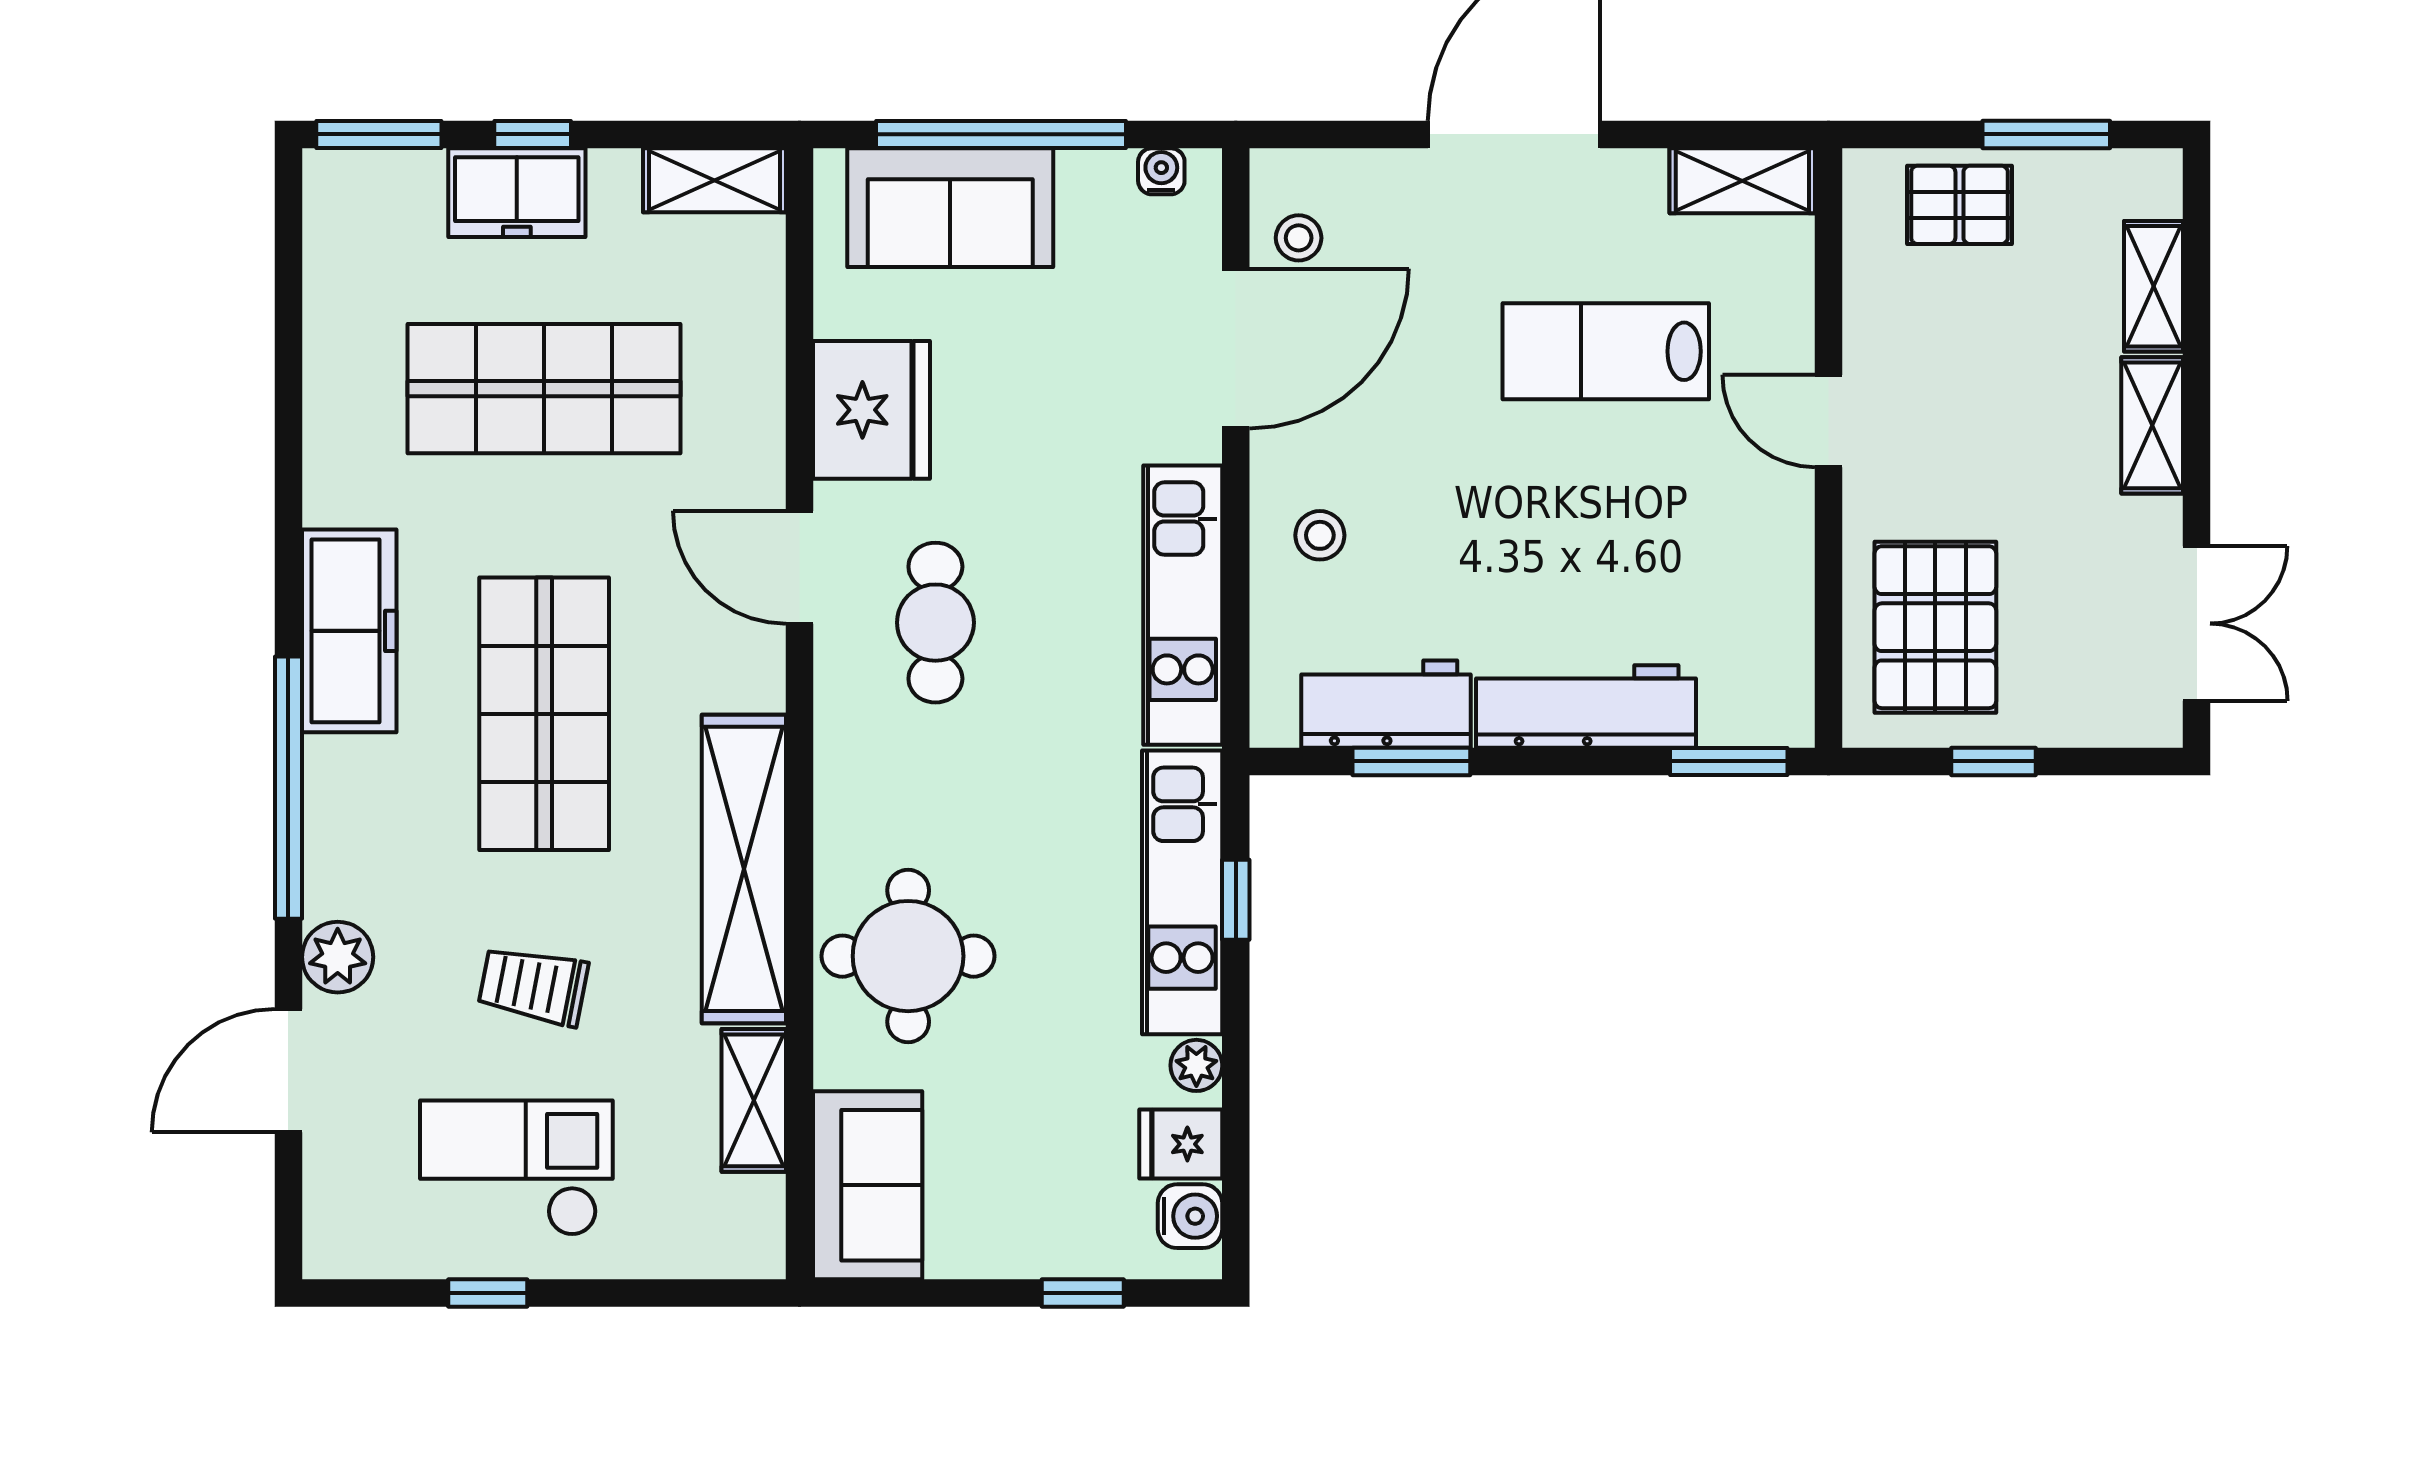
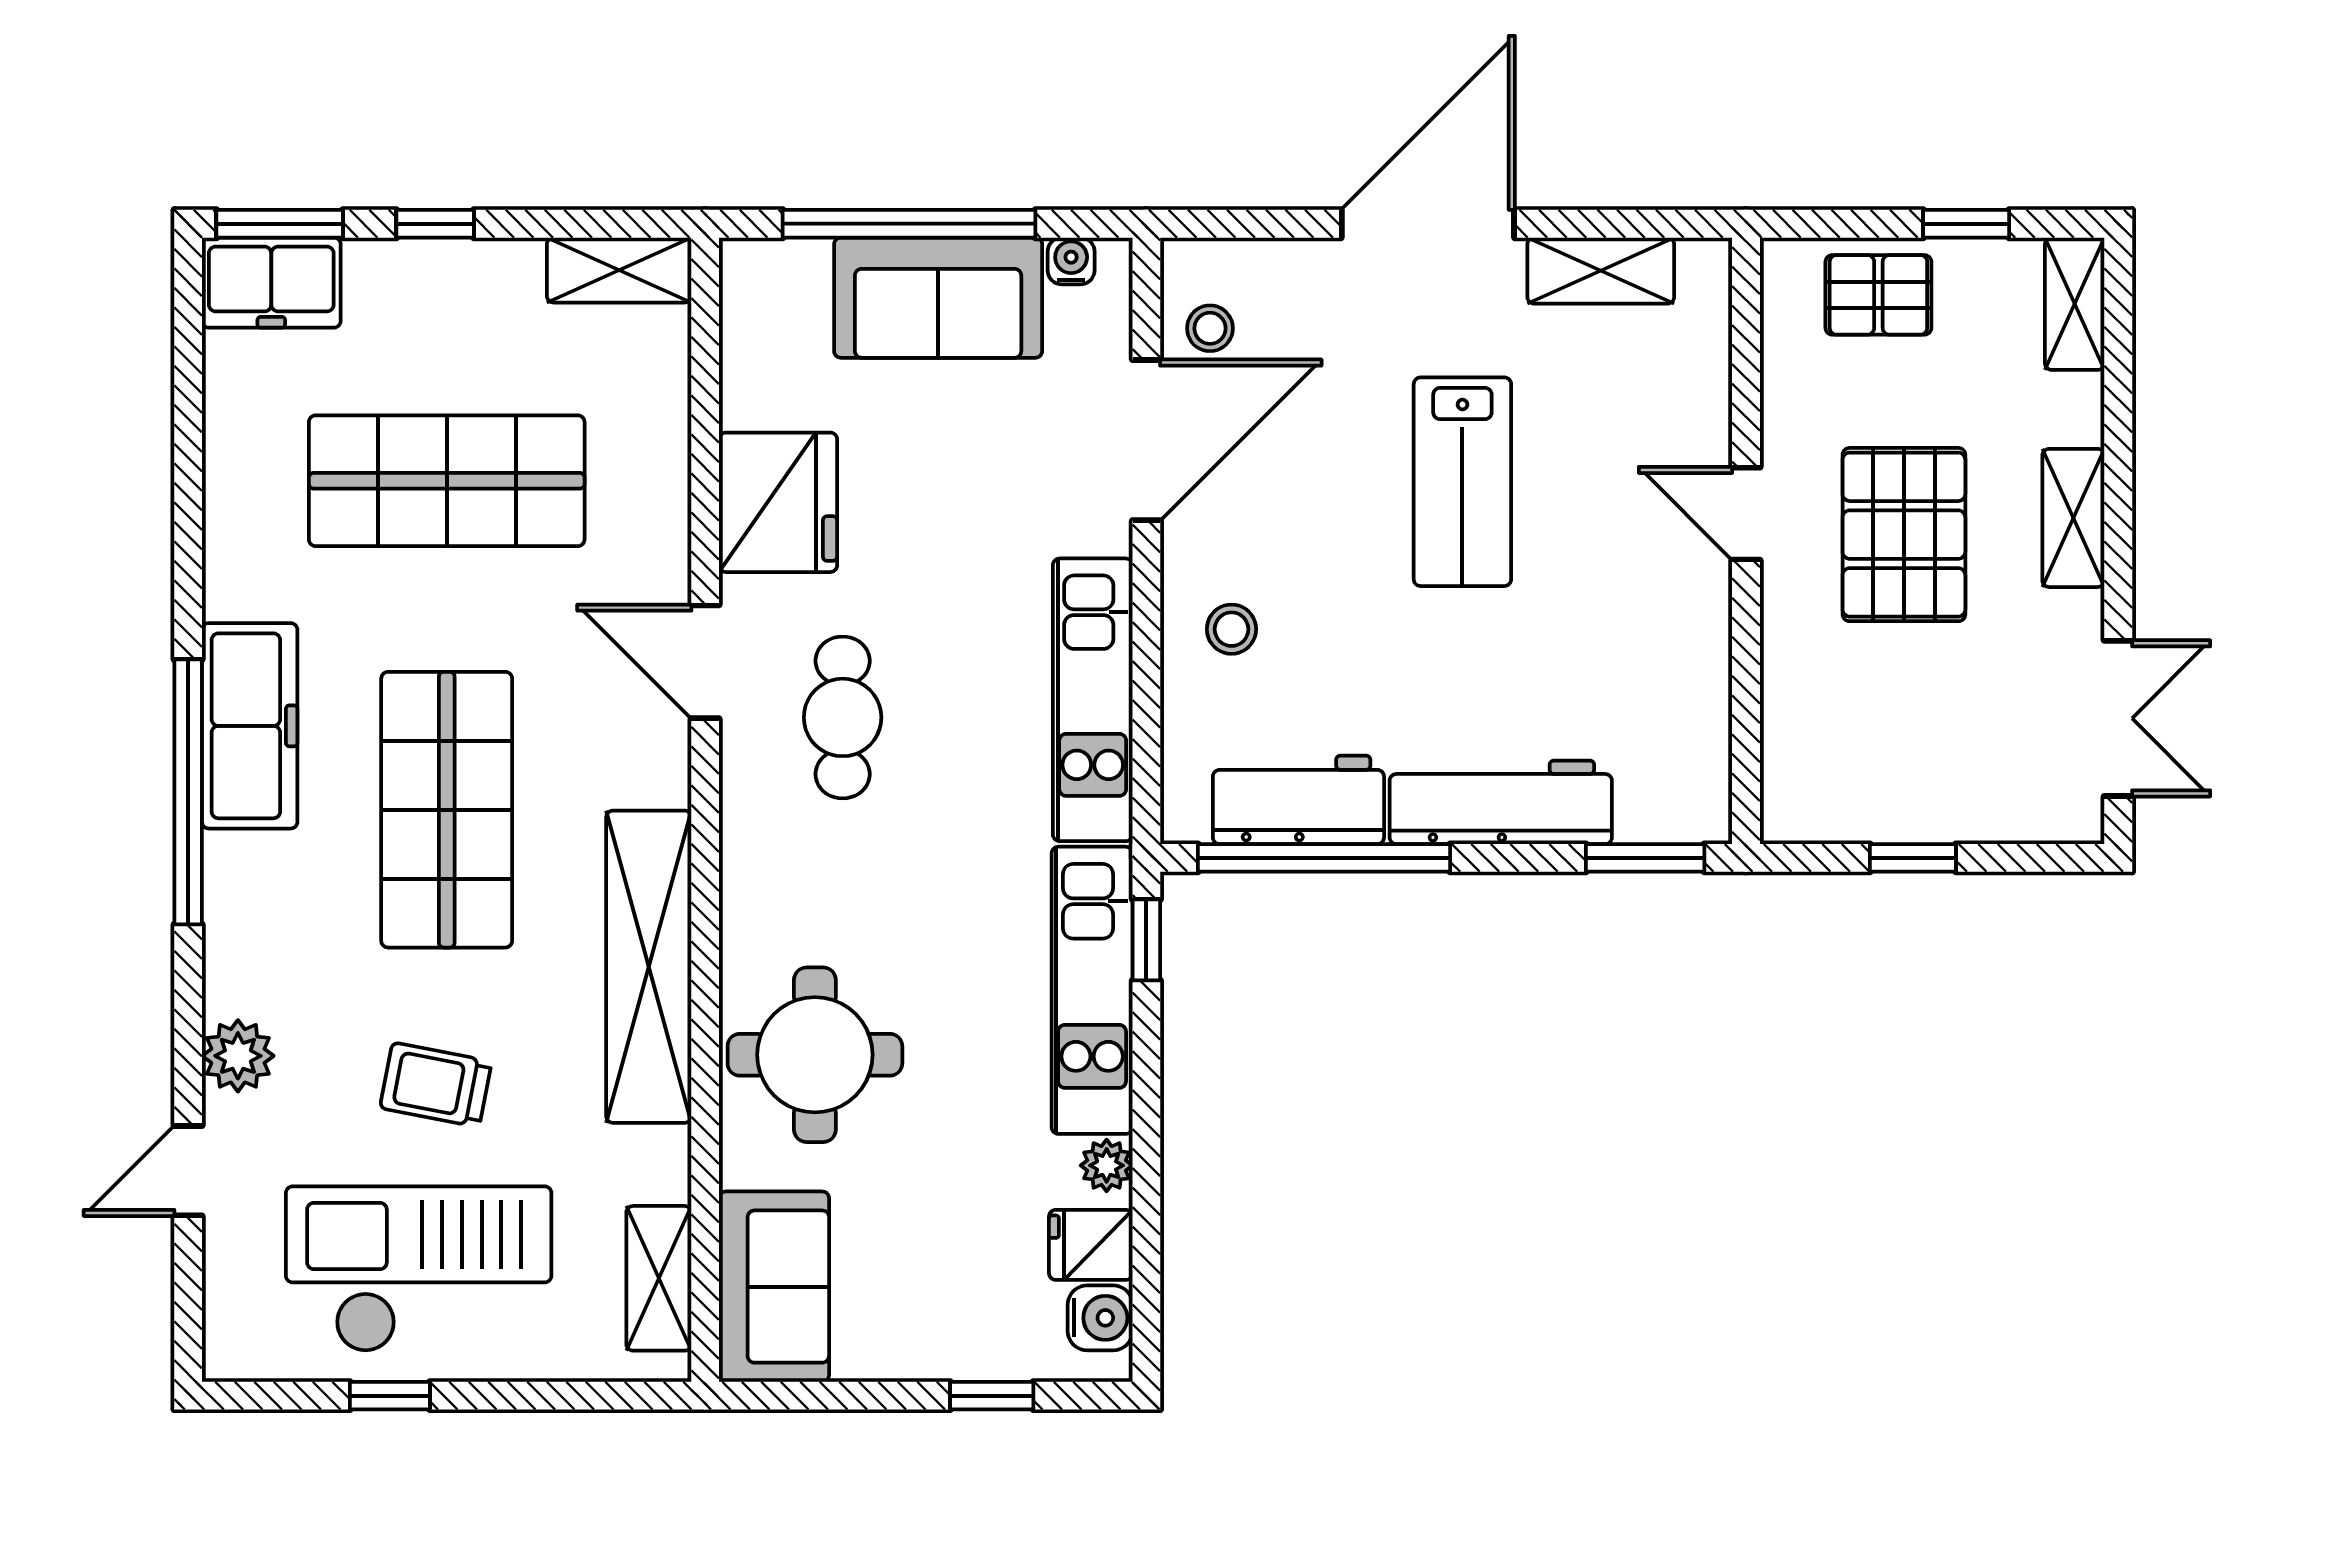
window: (2046, 134) -> (1966, 224), width x0.67
shelving: (1742, 181) -> (1601, 271), moved
freezer: (517, 193) -> (271, 283), moved
sofa: (950, 208) -> (938, 298), moved
shelving: (2153, 286) -> (2075, 304), moved
lab bench: (1606, 351) -> (1462, 482), moved, turned -90
pallet: (1935, 627) -> (1904, 535), moved
window: (1411, 761) -> (1324, 858), width x2.11
window: (288, 788) -> (188, 792), moved
window: (1236, 900) -> (1146, 940), moved
door: (288, 1071) -> (188, 1171), width x0.73
shelving: (754, 1100) -> (659, 1278), moved
checkout: (516, 1168) -> (419, 1269), width x1.36, depth x1.21

